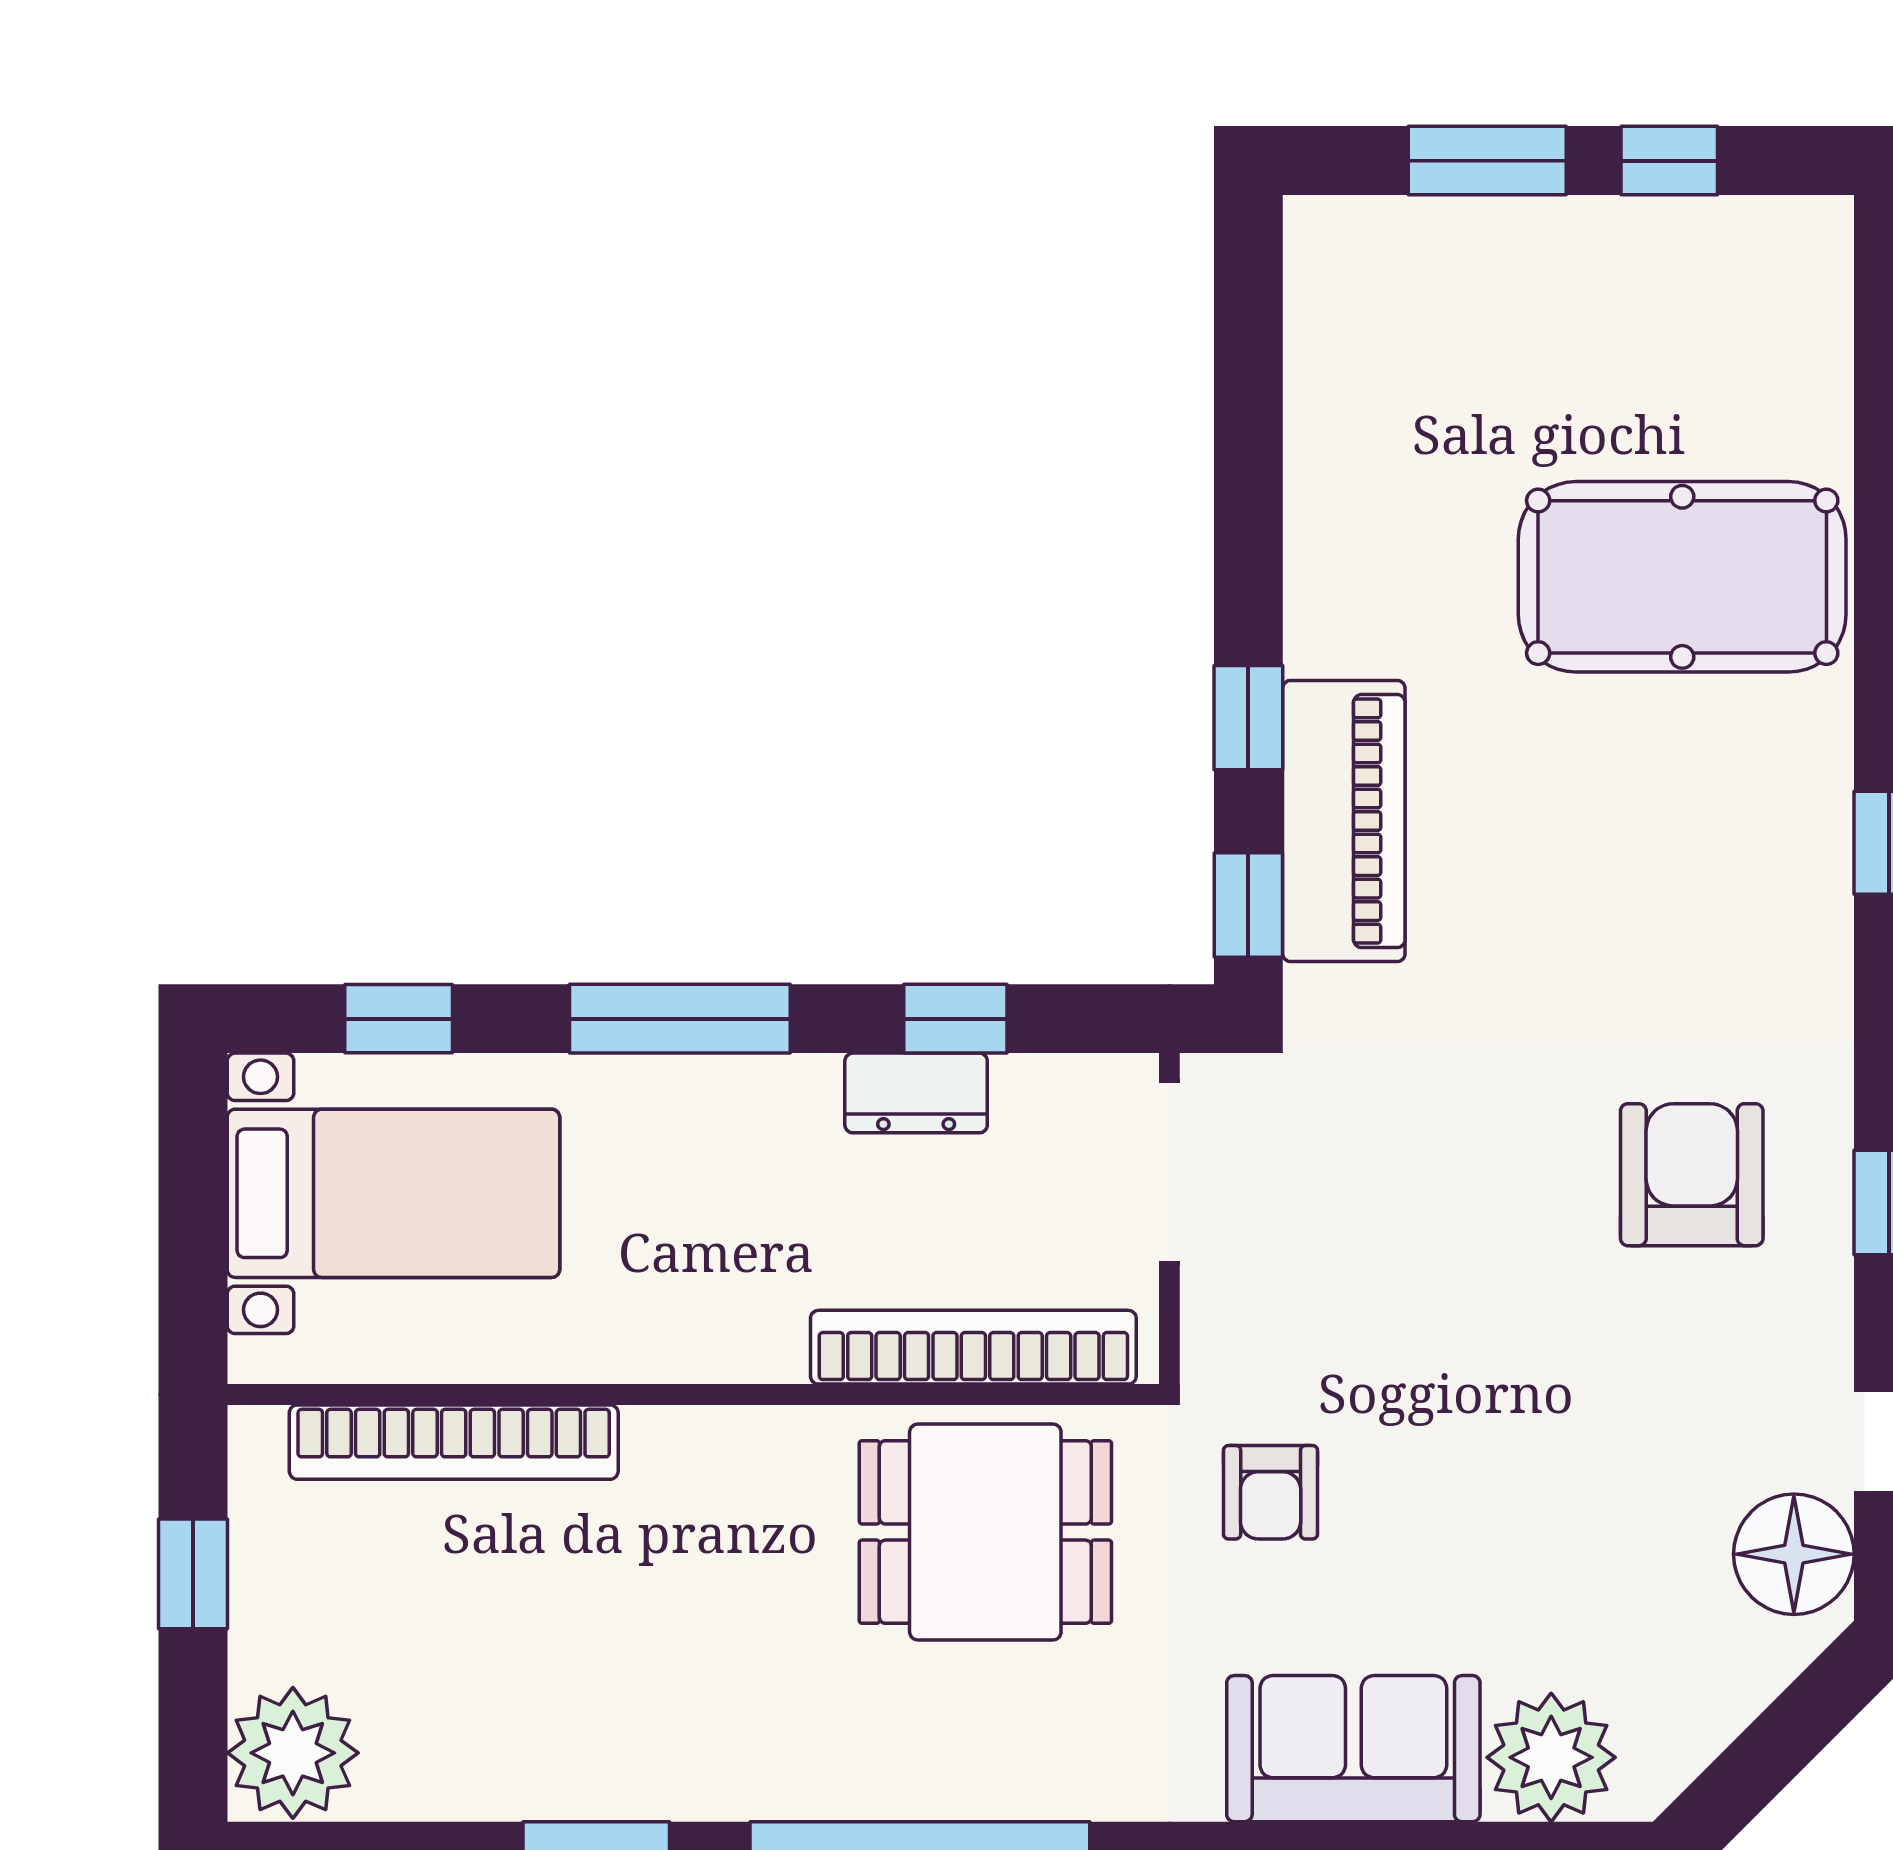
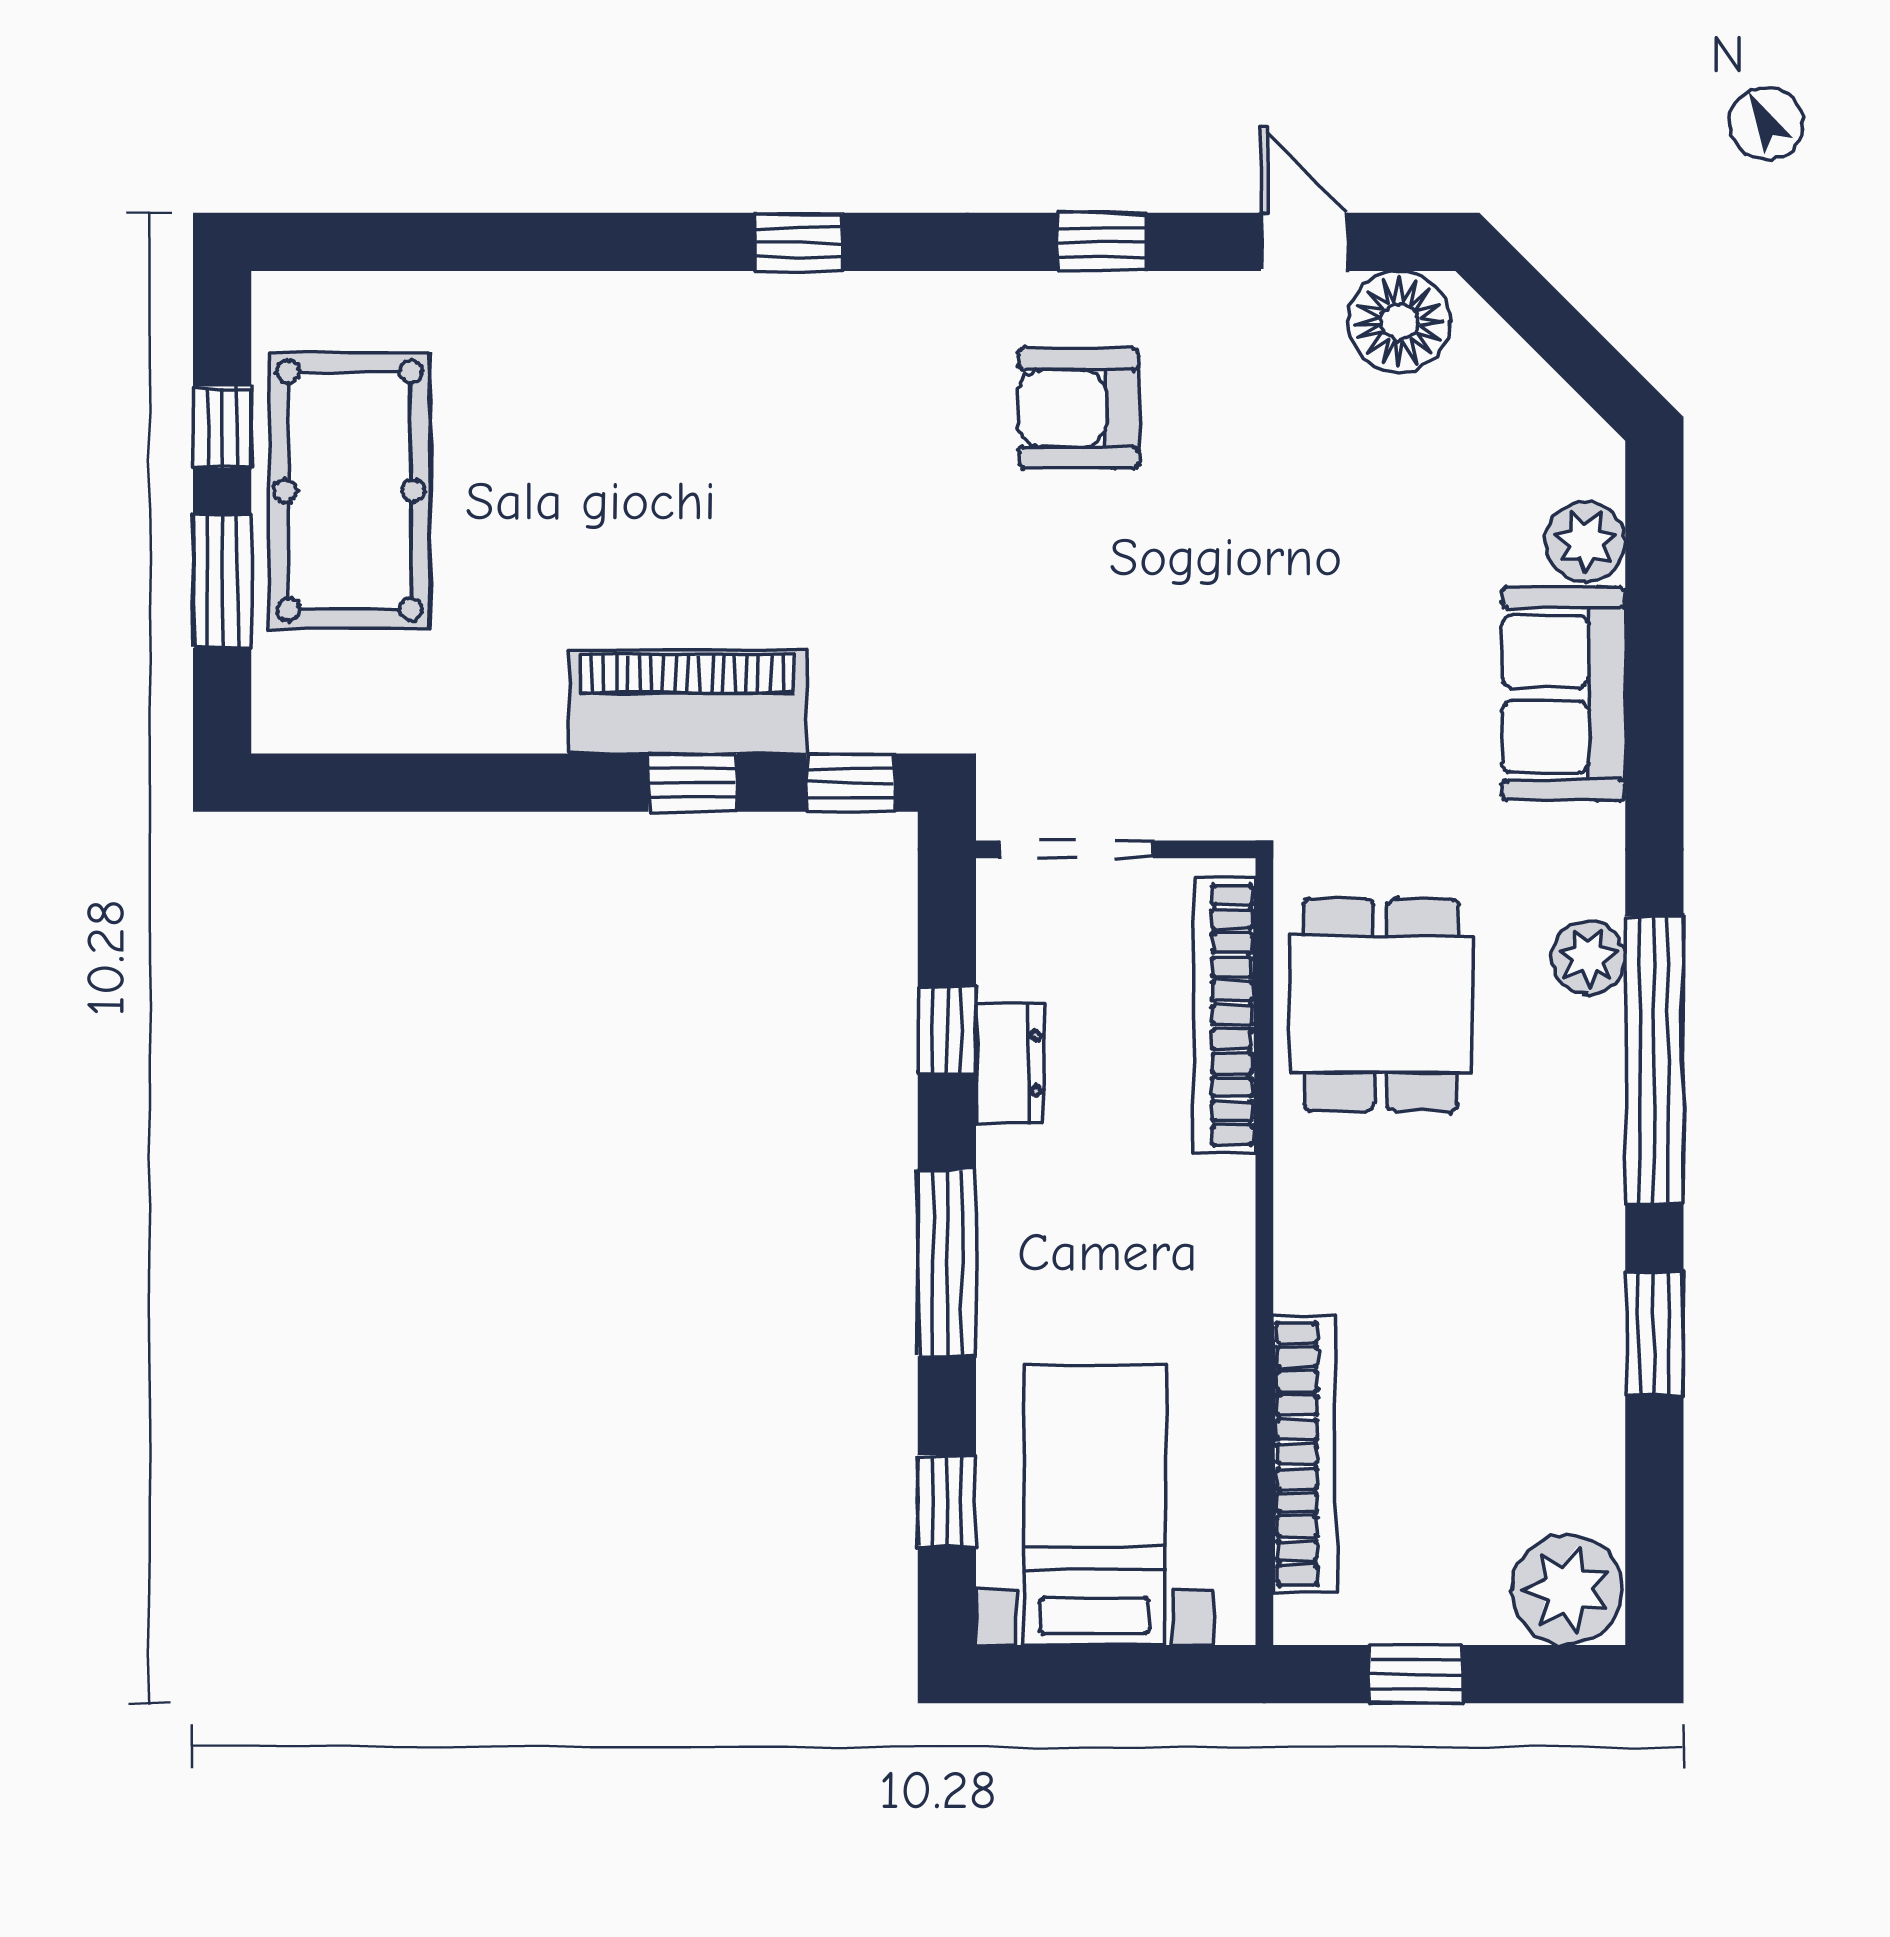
pool table: (1682, 577) -> (350, 491), moved
piano: (1344, 821) -> (688, 702), moved
armchair: (1271, 1492) -> (1347, 764), removed
plant: (1551, 1757) -> (1586, 541), width x0.73, depth x0.73
plant: (1041, 1778) -> (1588, 958), added

